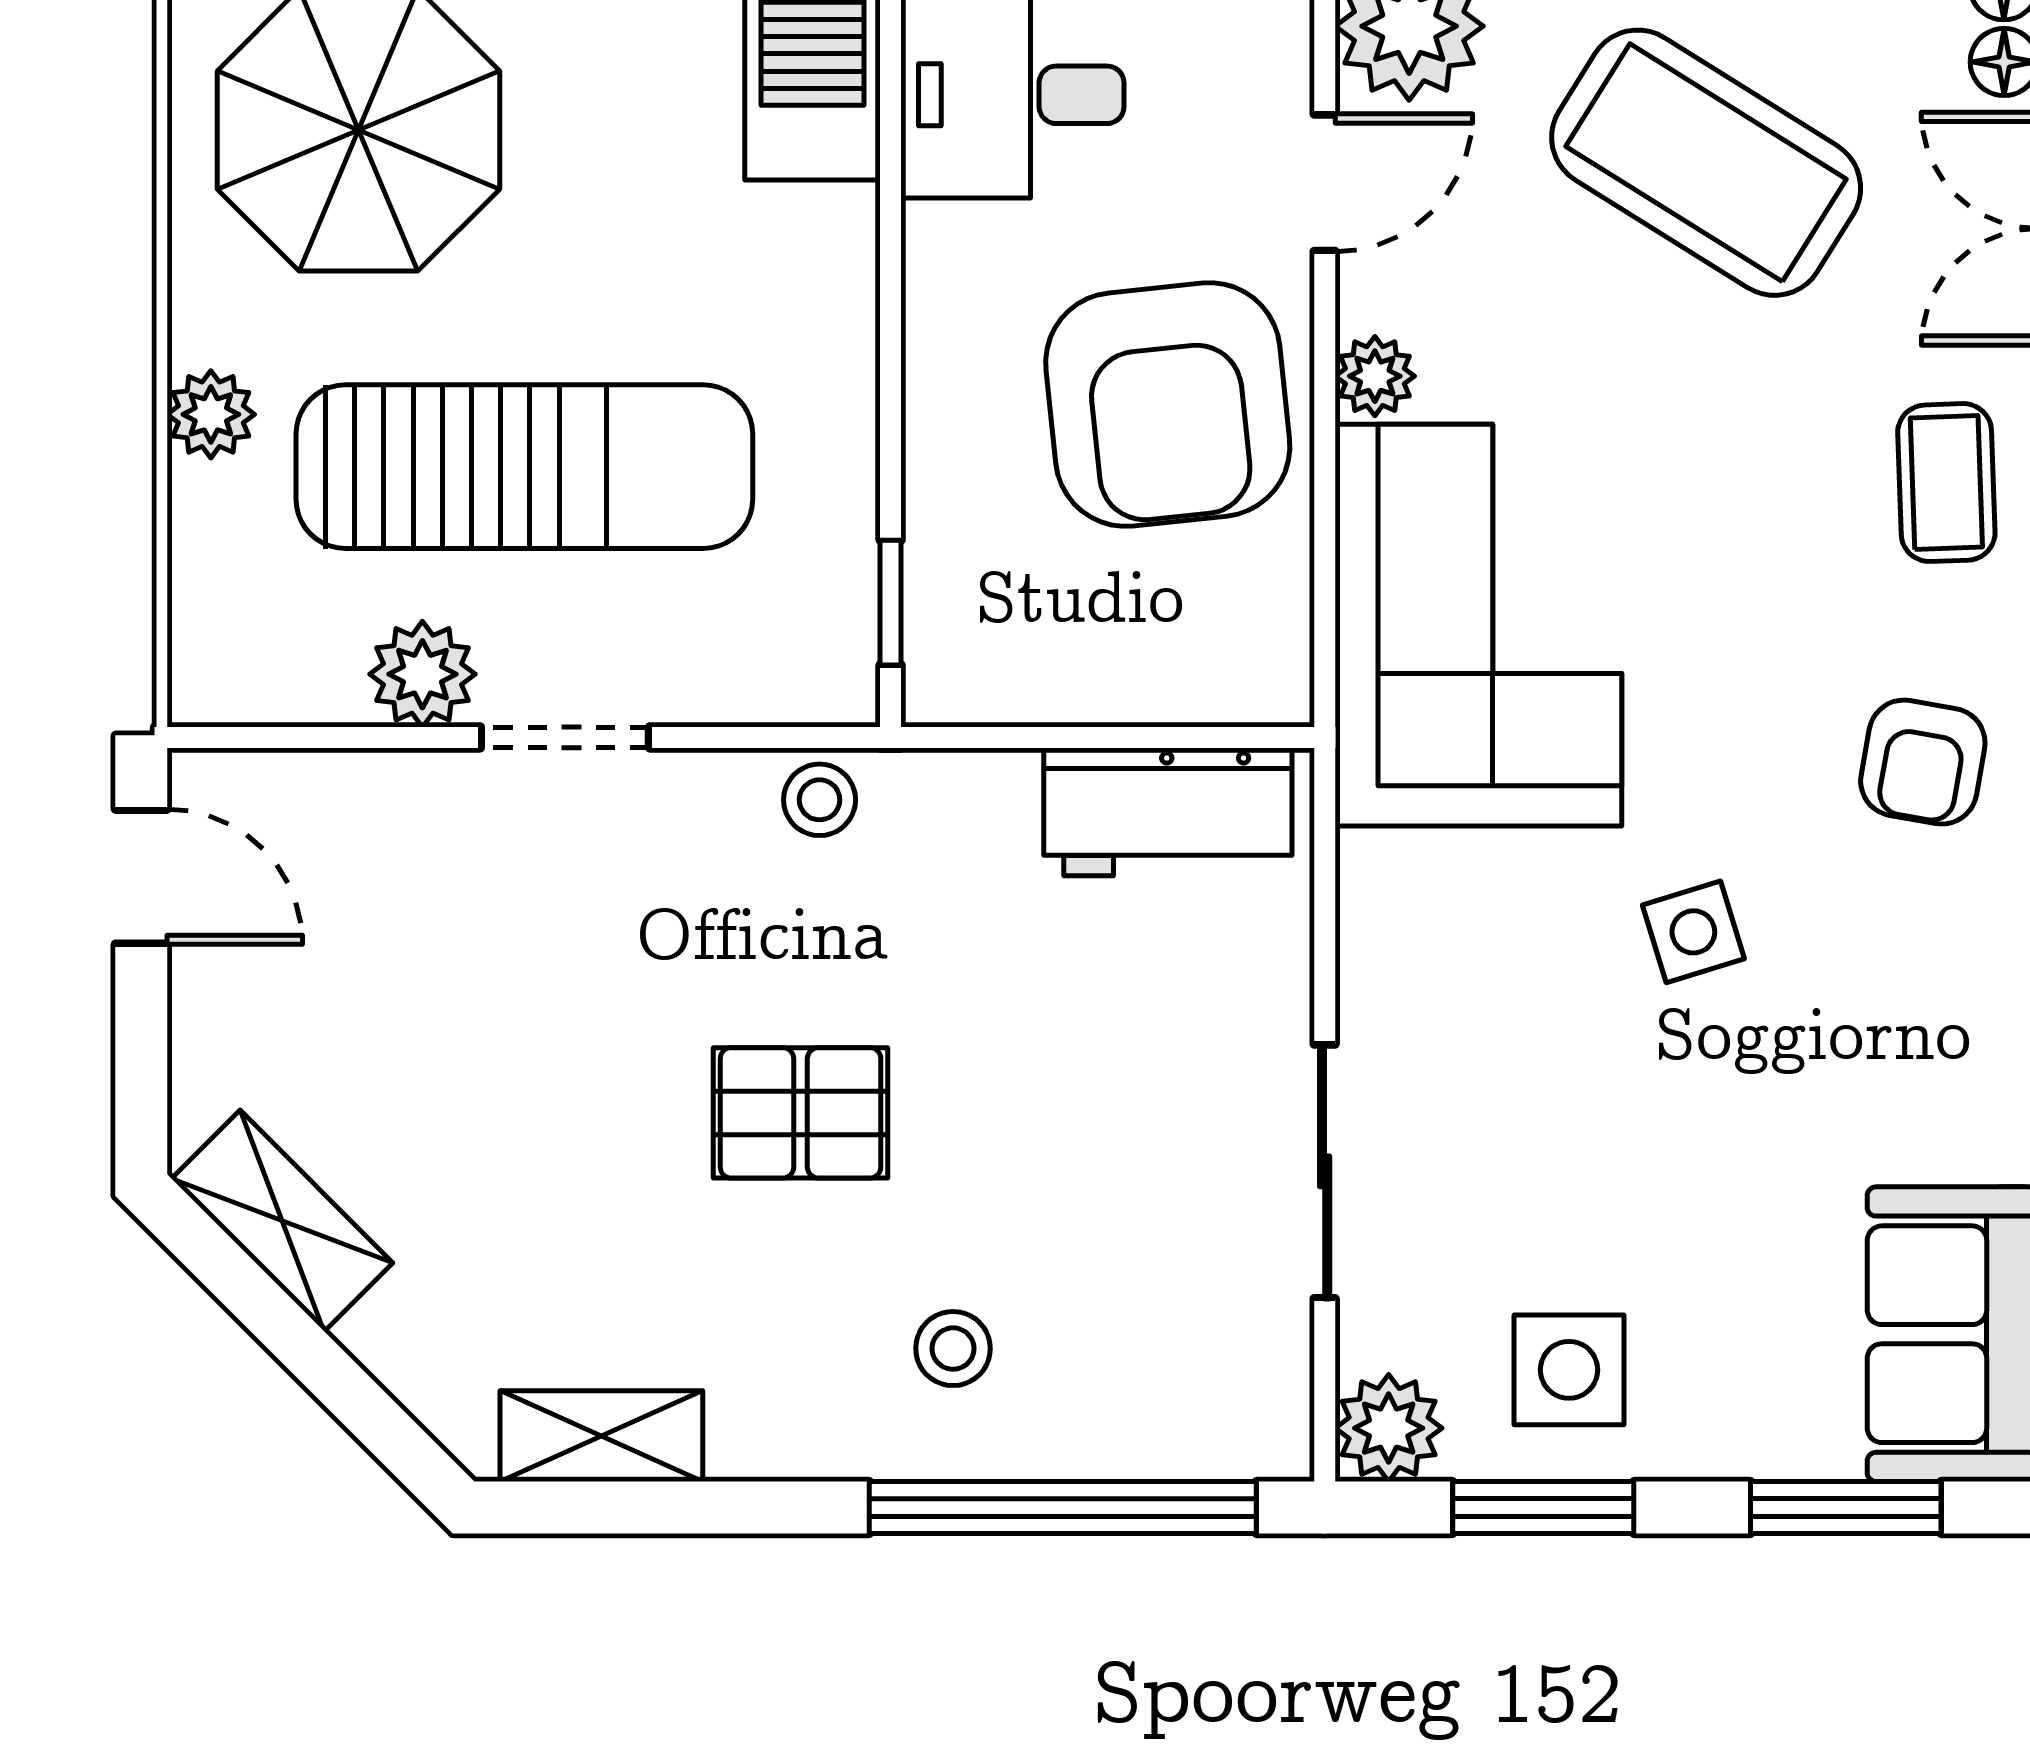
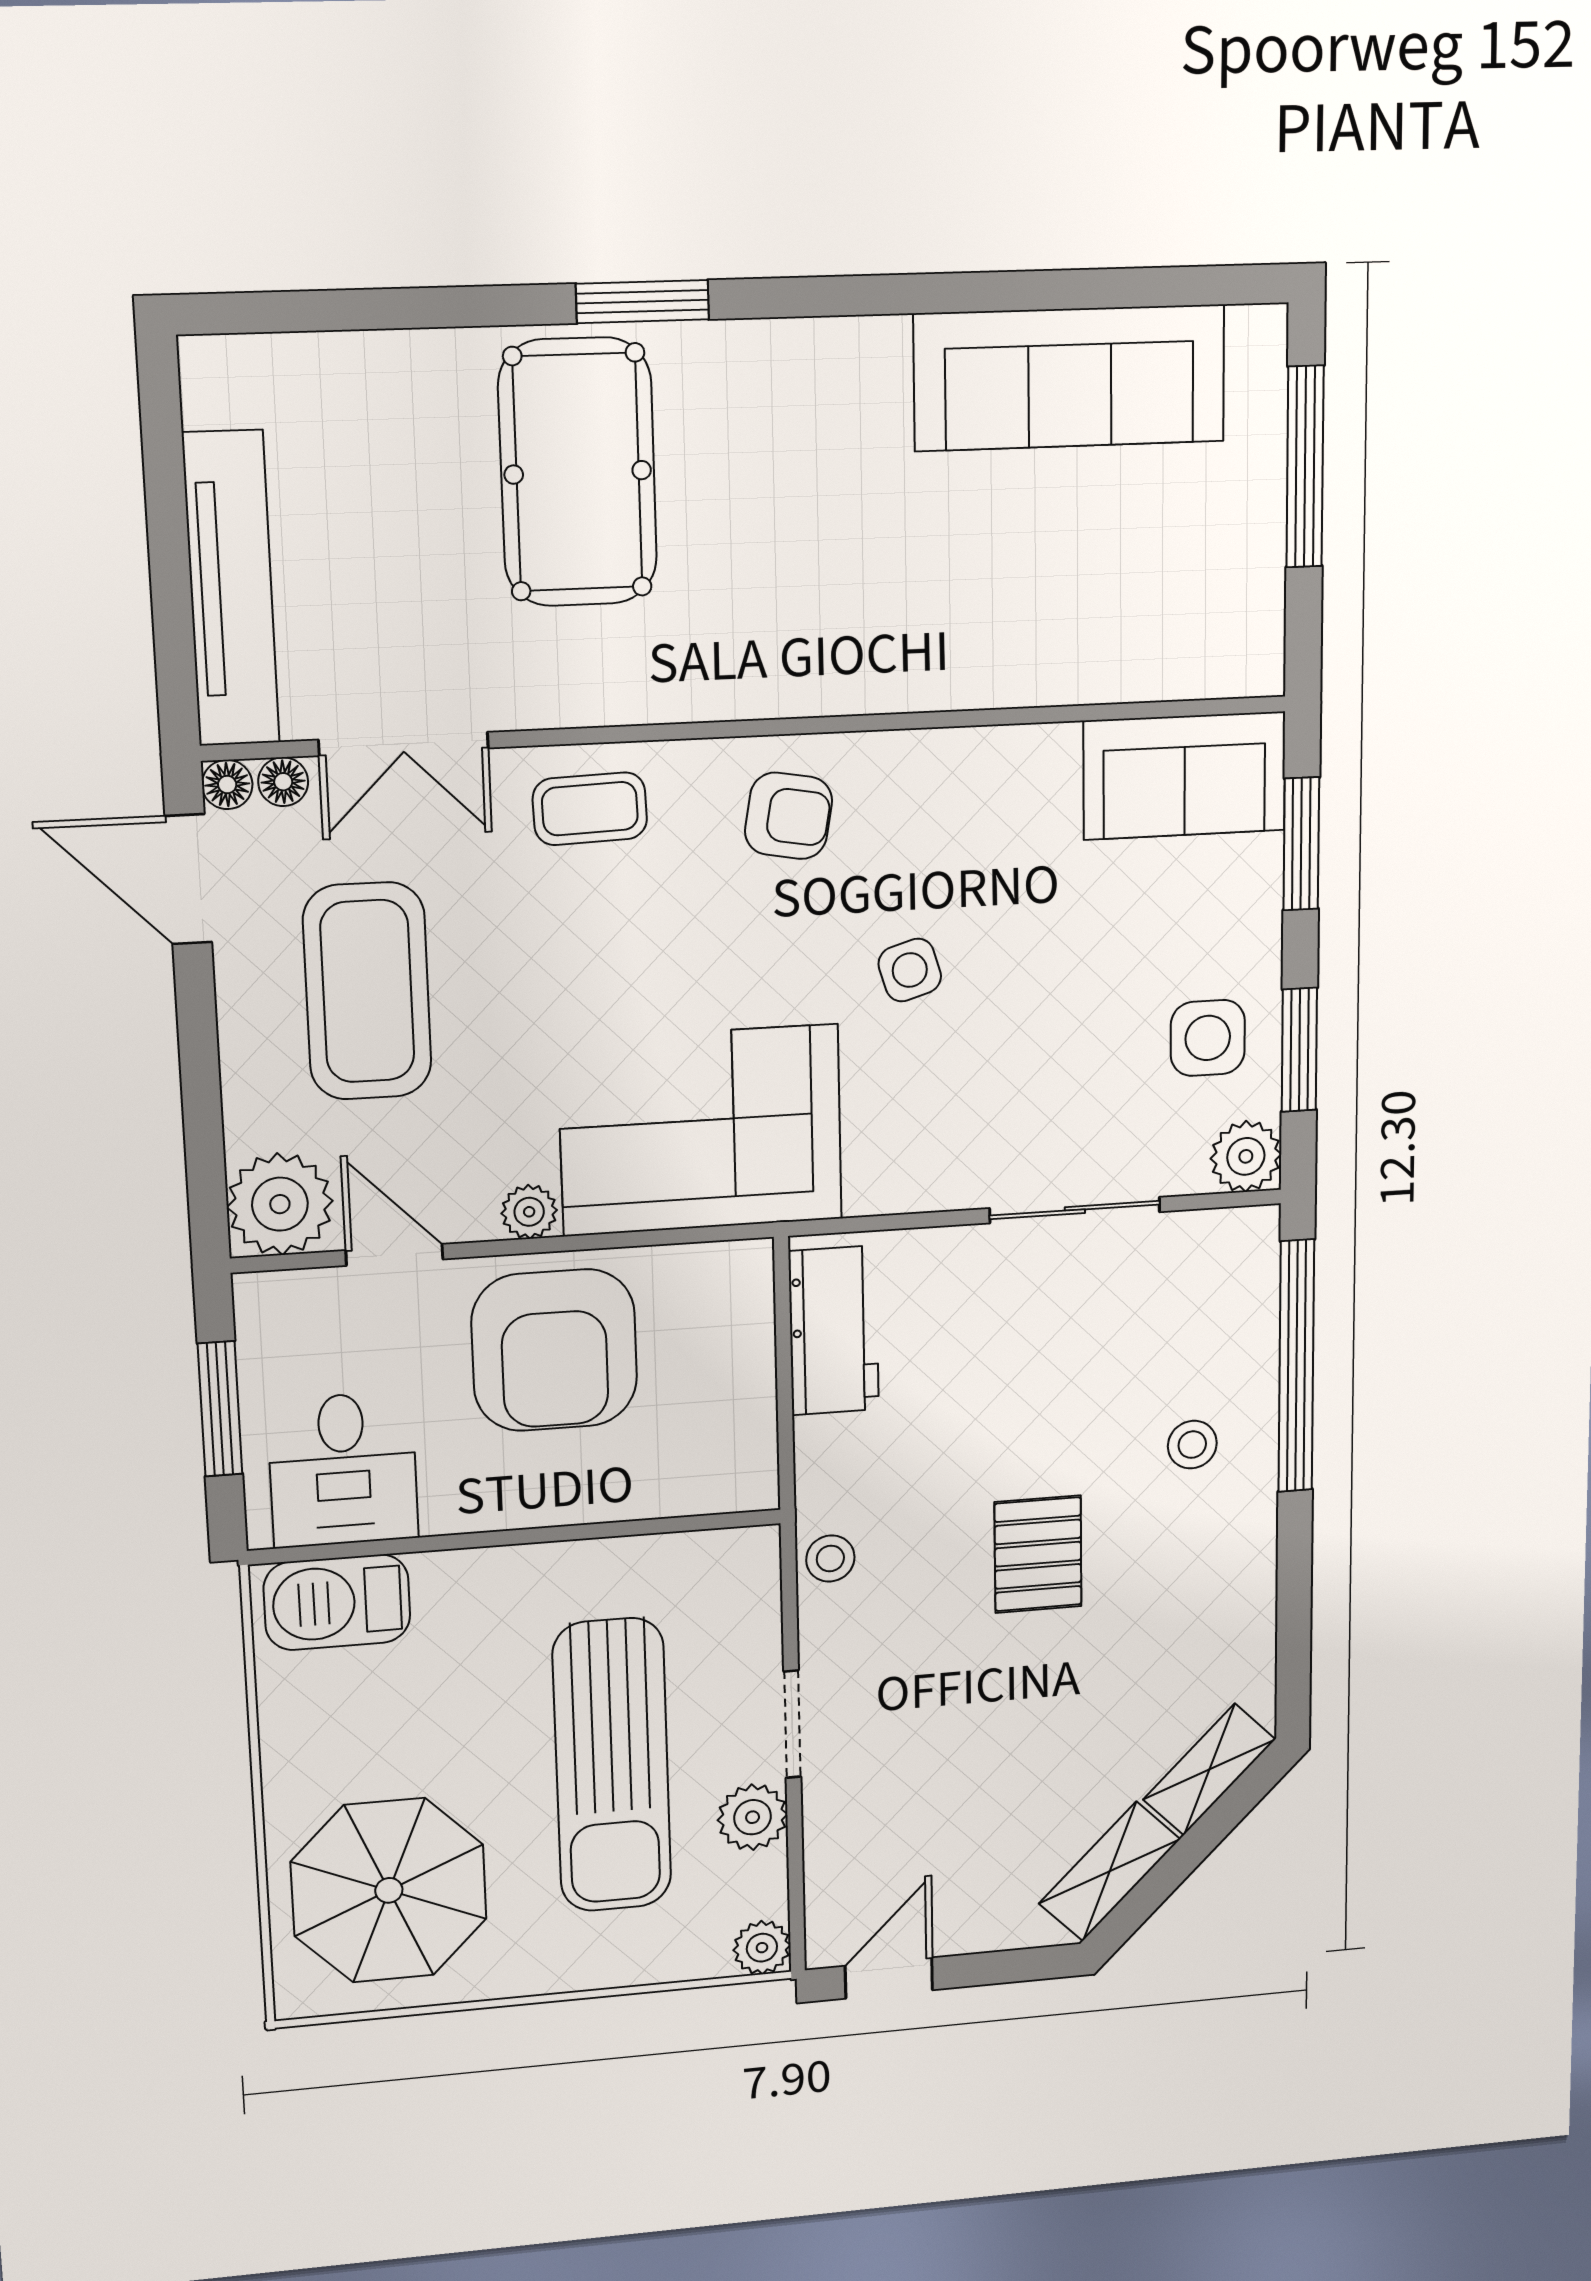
coffee table: (1706, 163) -> (367, 991), turned -32
armchair: (1168, 405) -> (554, 1350), turned 96
plant: (211, 414) -> (762, 1948), moved
sun lounger: (524, 467) -> (612, 1765), turned 180
window: (891, 603) -> (696, 1523), removed
shelving: (601, 1436) -> (1209, 1769), moved, turned 45

